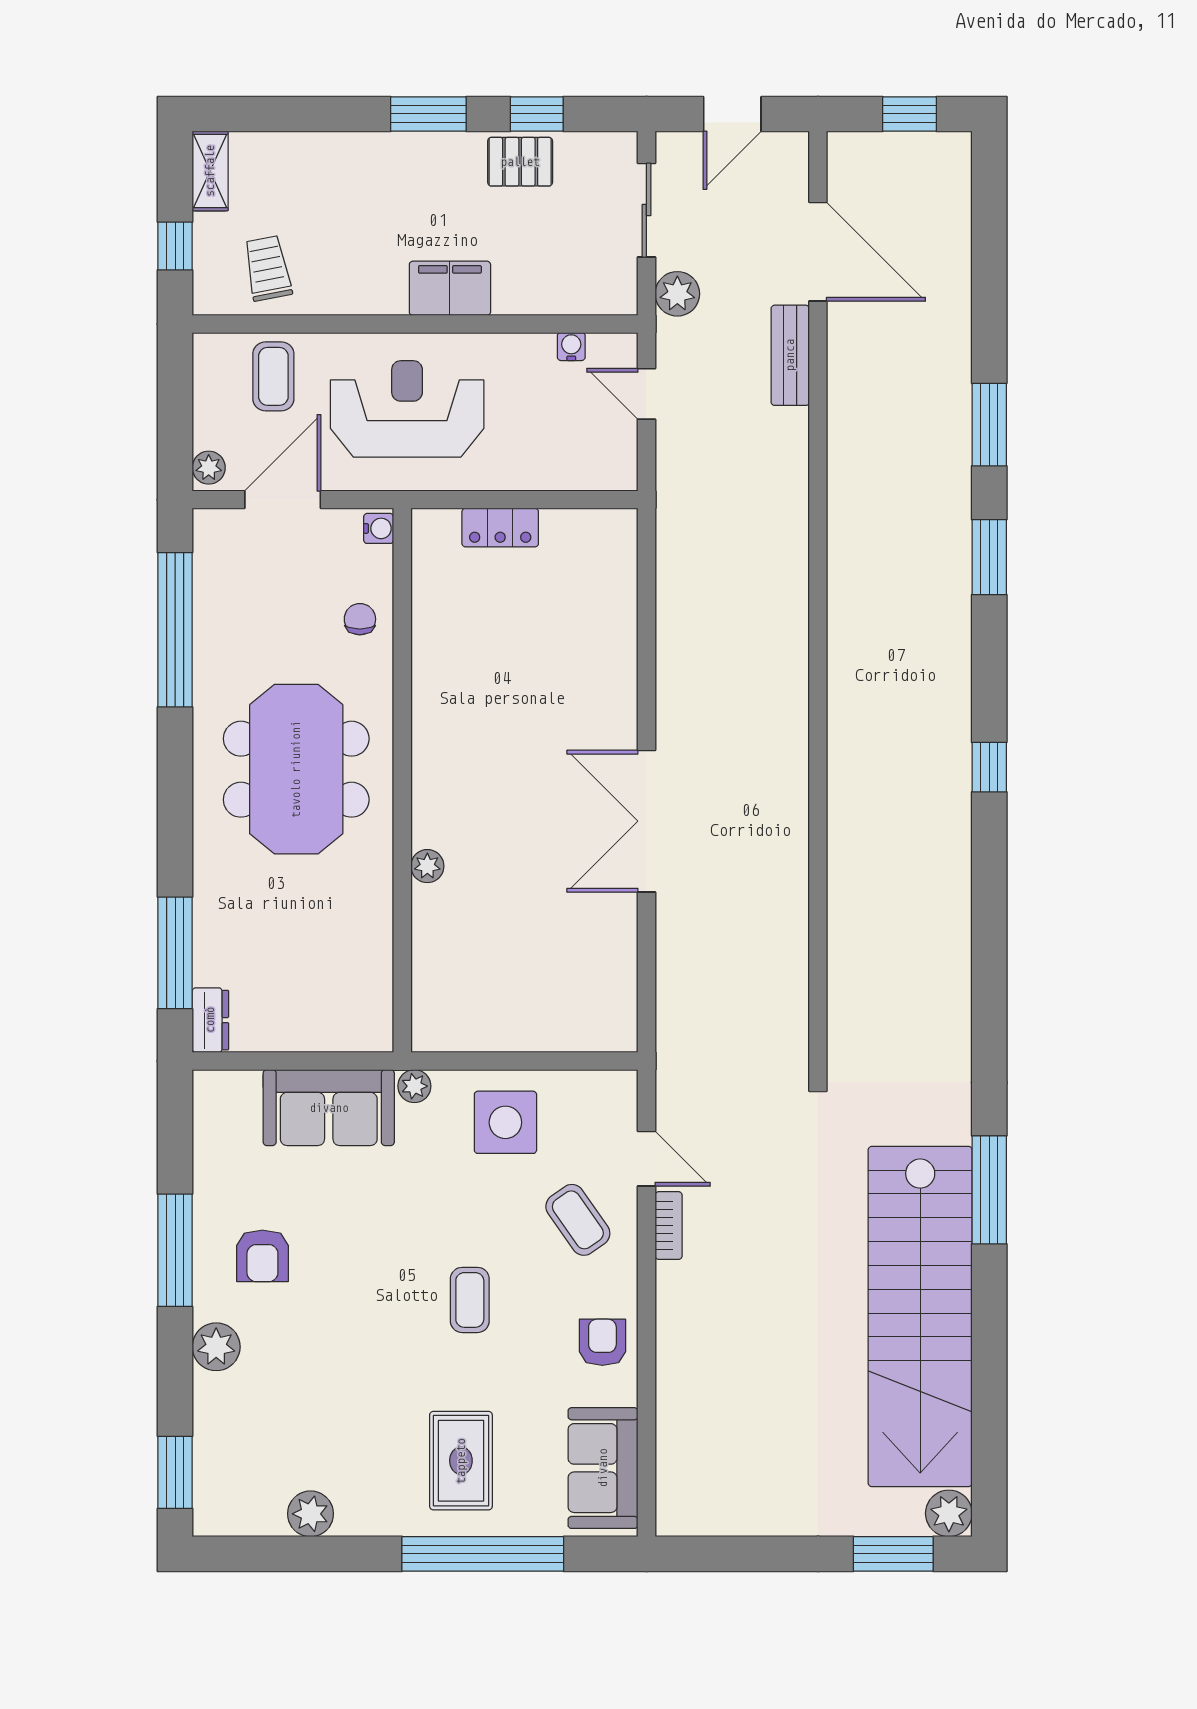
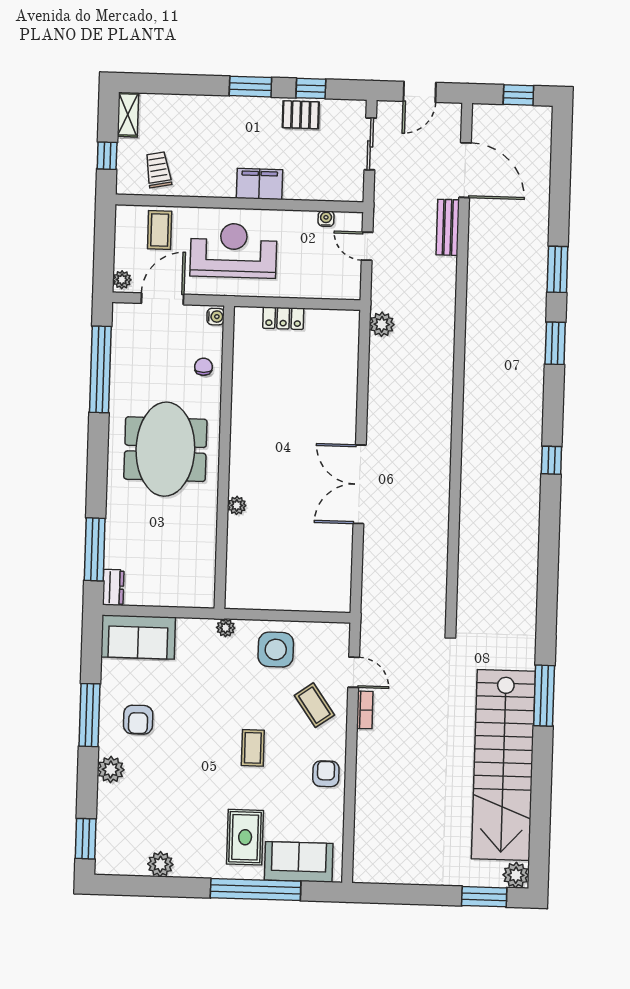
plant: (677, 294) -> (382, 324), moved
sofa: (329, 1108) -> (138, 637), moved
sofa: (603, 1468) -> (299, 862), moved, turned 90

